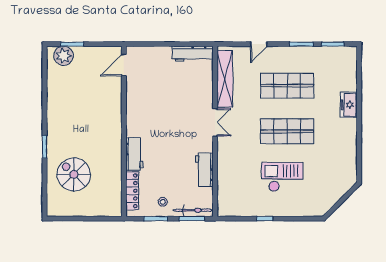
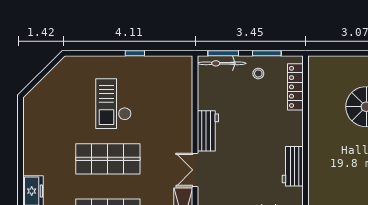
workbench: (134, 154) -> (293, 166), moved
workbench: (204, 170) -> (208, 131), moved
checkout: (282, 177) -> (114, 104), turned 90

